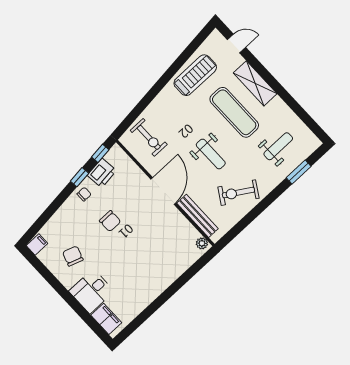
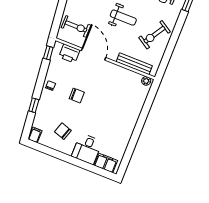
printer: (102, 173) -> (69, 53), moved, turned 96
window: (80, 177) -> (34, 105), moved
door: (163, 191) -> (93, 54), moved

